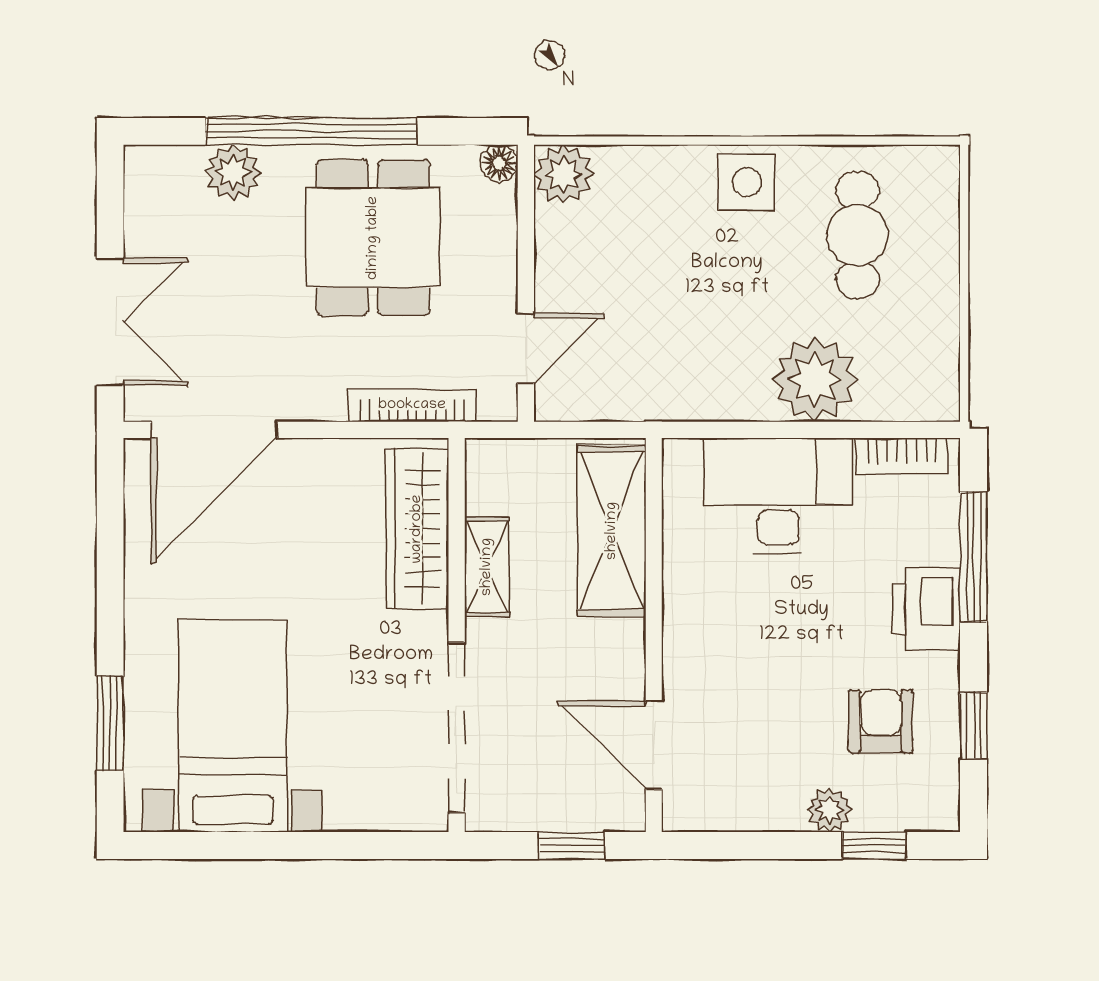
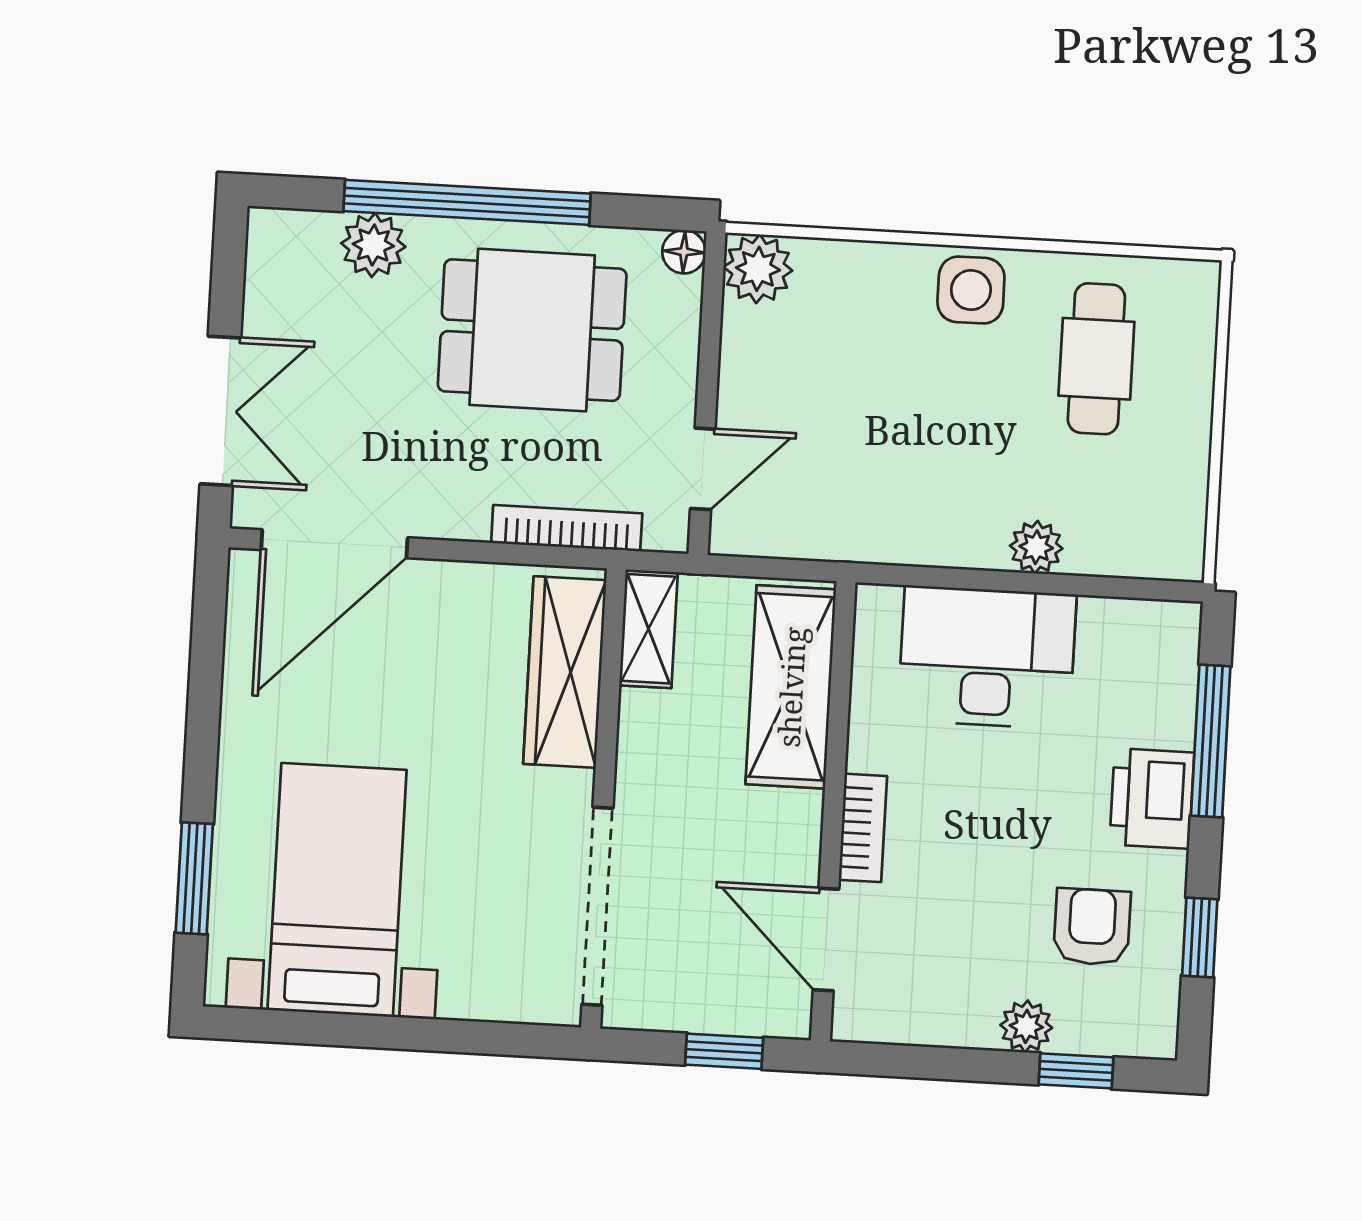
dining table: (373, 238) -> (532, 330), turned 90
plant: (815, 379) -> (1036, 547), width x0.53, depth x0.53
bookcase: (902, 456) -> (863, 828), moved, turned -90
shelving: (487, 567) -> (648, 629), moved

